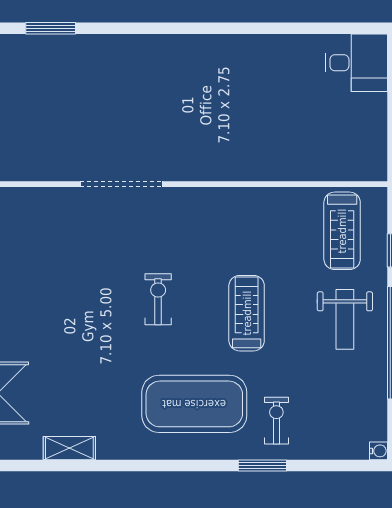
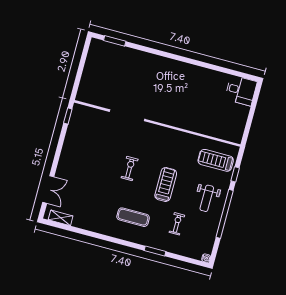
treadmill: (342, 231) -> (216, 160), turned 90
exercise mat: (194, 404) -> (133, 217), width x0.50, depth x0.69
exercise bike: (276, 421) -> (177, 224), moved
shelving: (69, 448) -> (61, 218), moved

